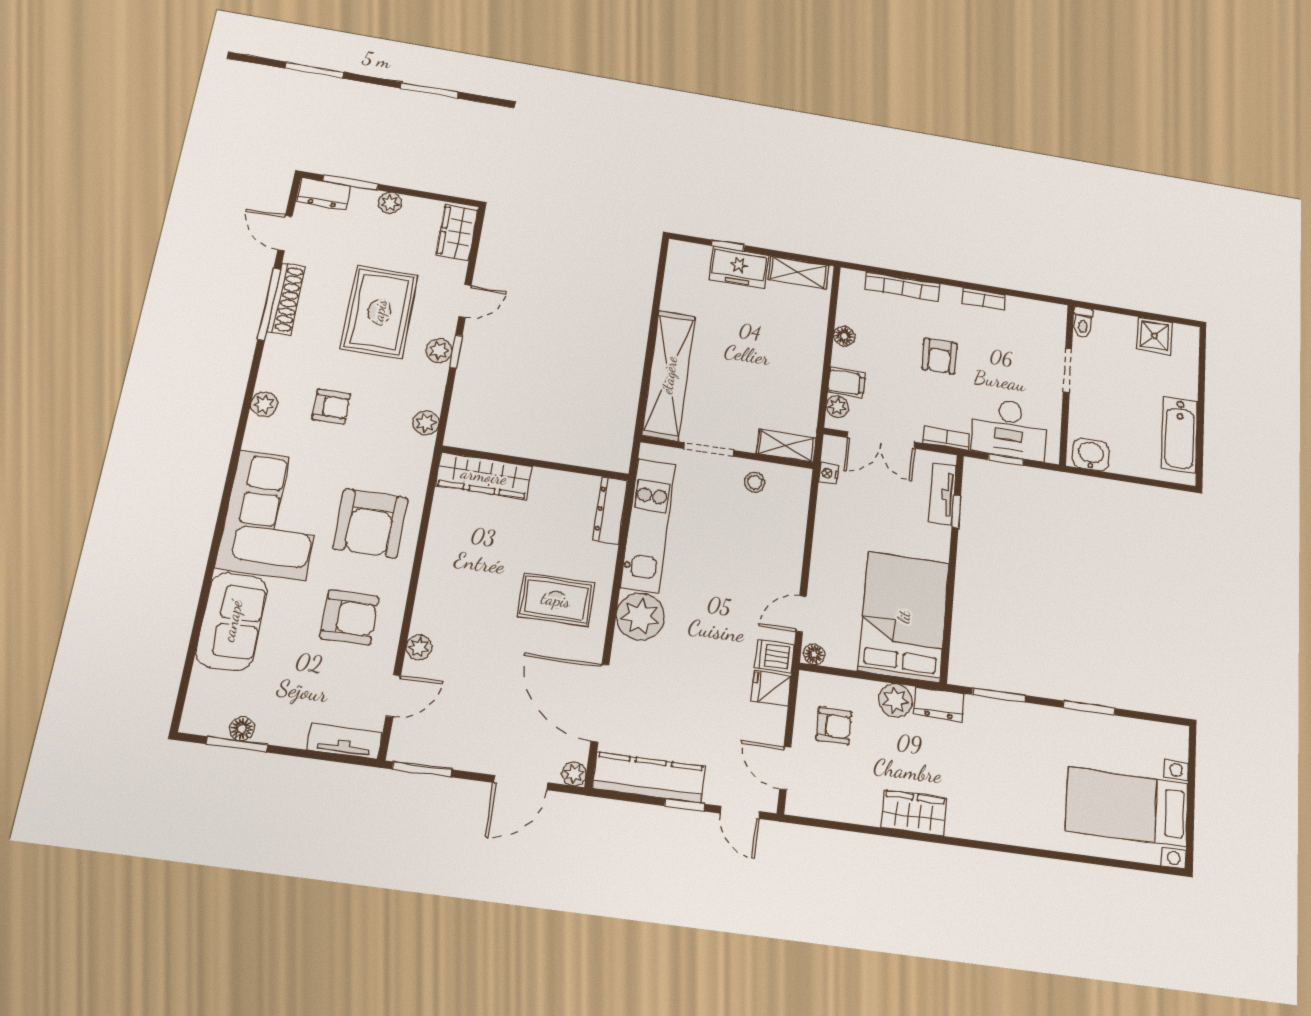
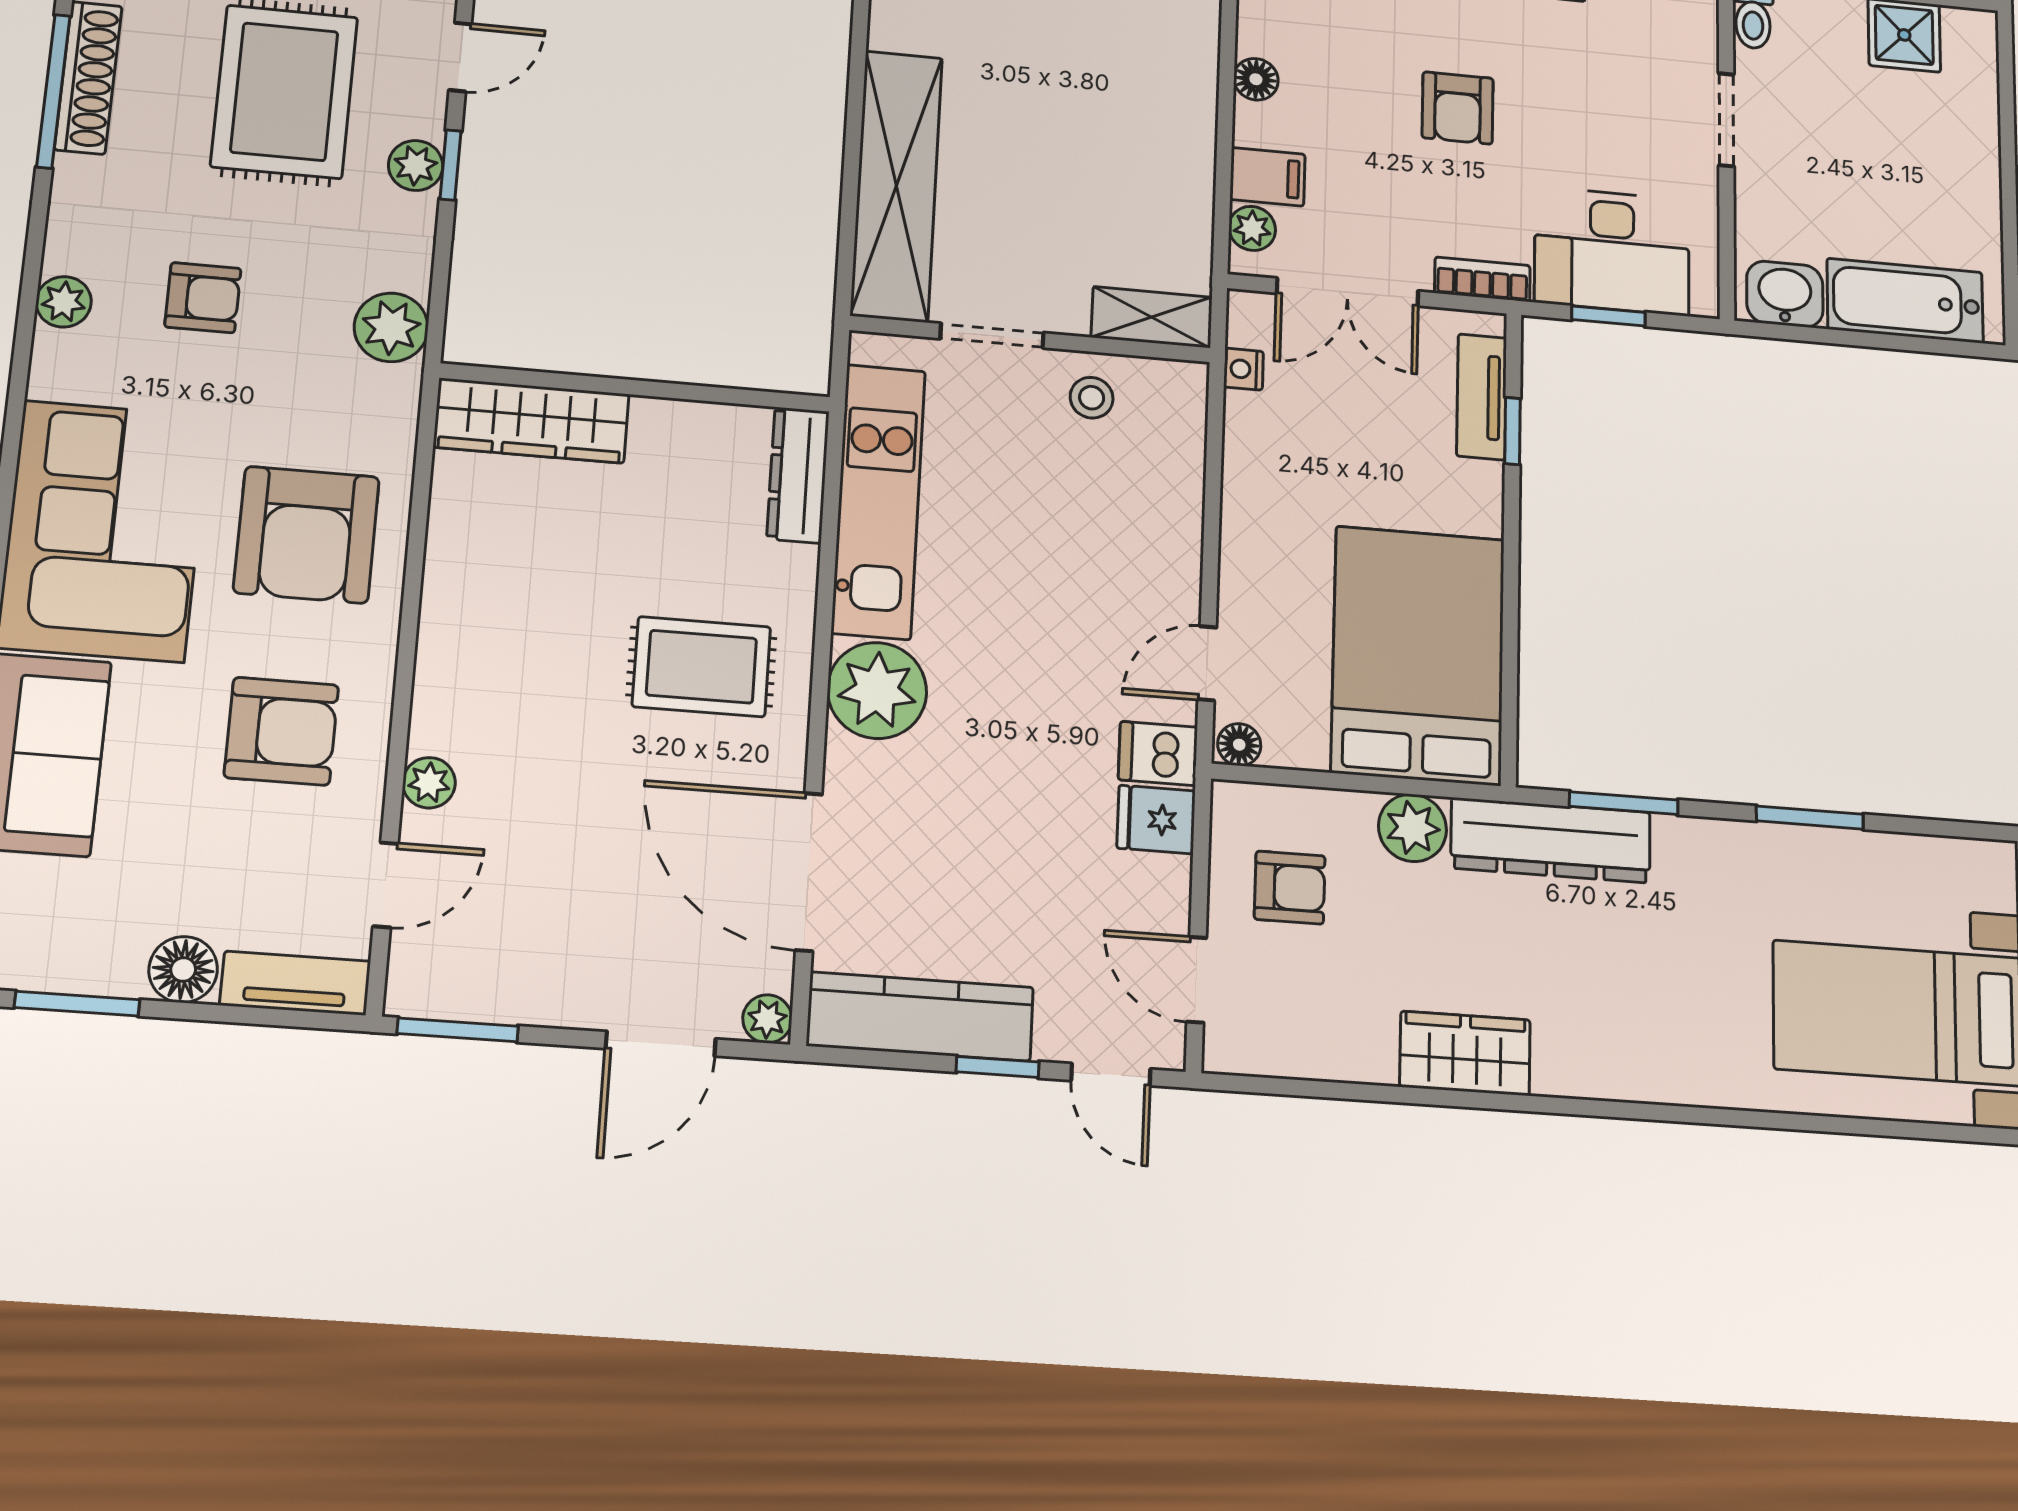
plant: (426, 423) -> (391, 327), width x1.38, depth x1.38
bathtub: (1180, 435) -> (1905, 301), moved, turned 90
dresser: (939, 704) -> (1551, 840), width x1.96, depth x1.24
floor lamp: (242, 729) -> (183, 970), moved, width x1.37, depth x1.37

